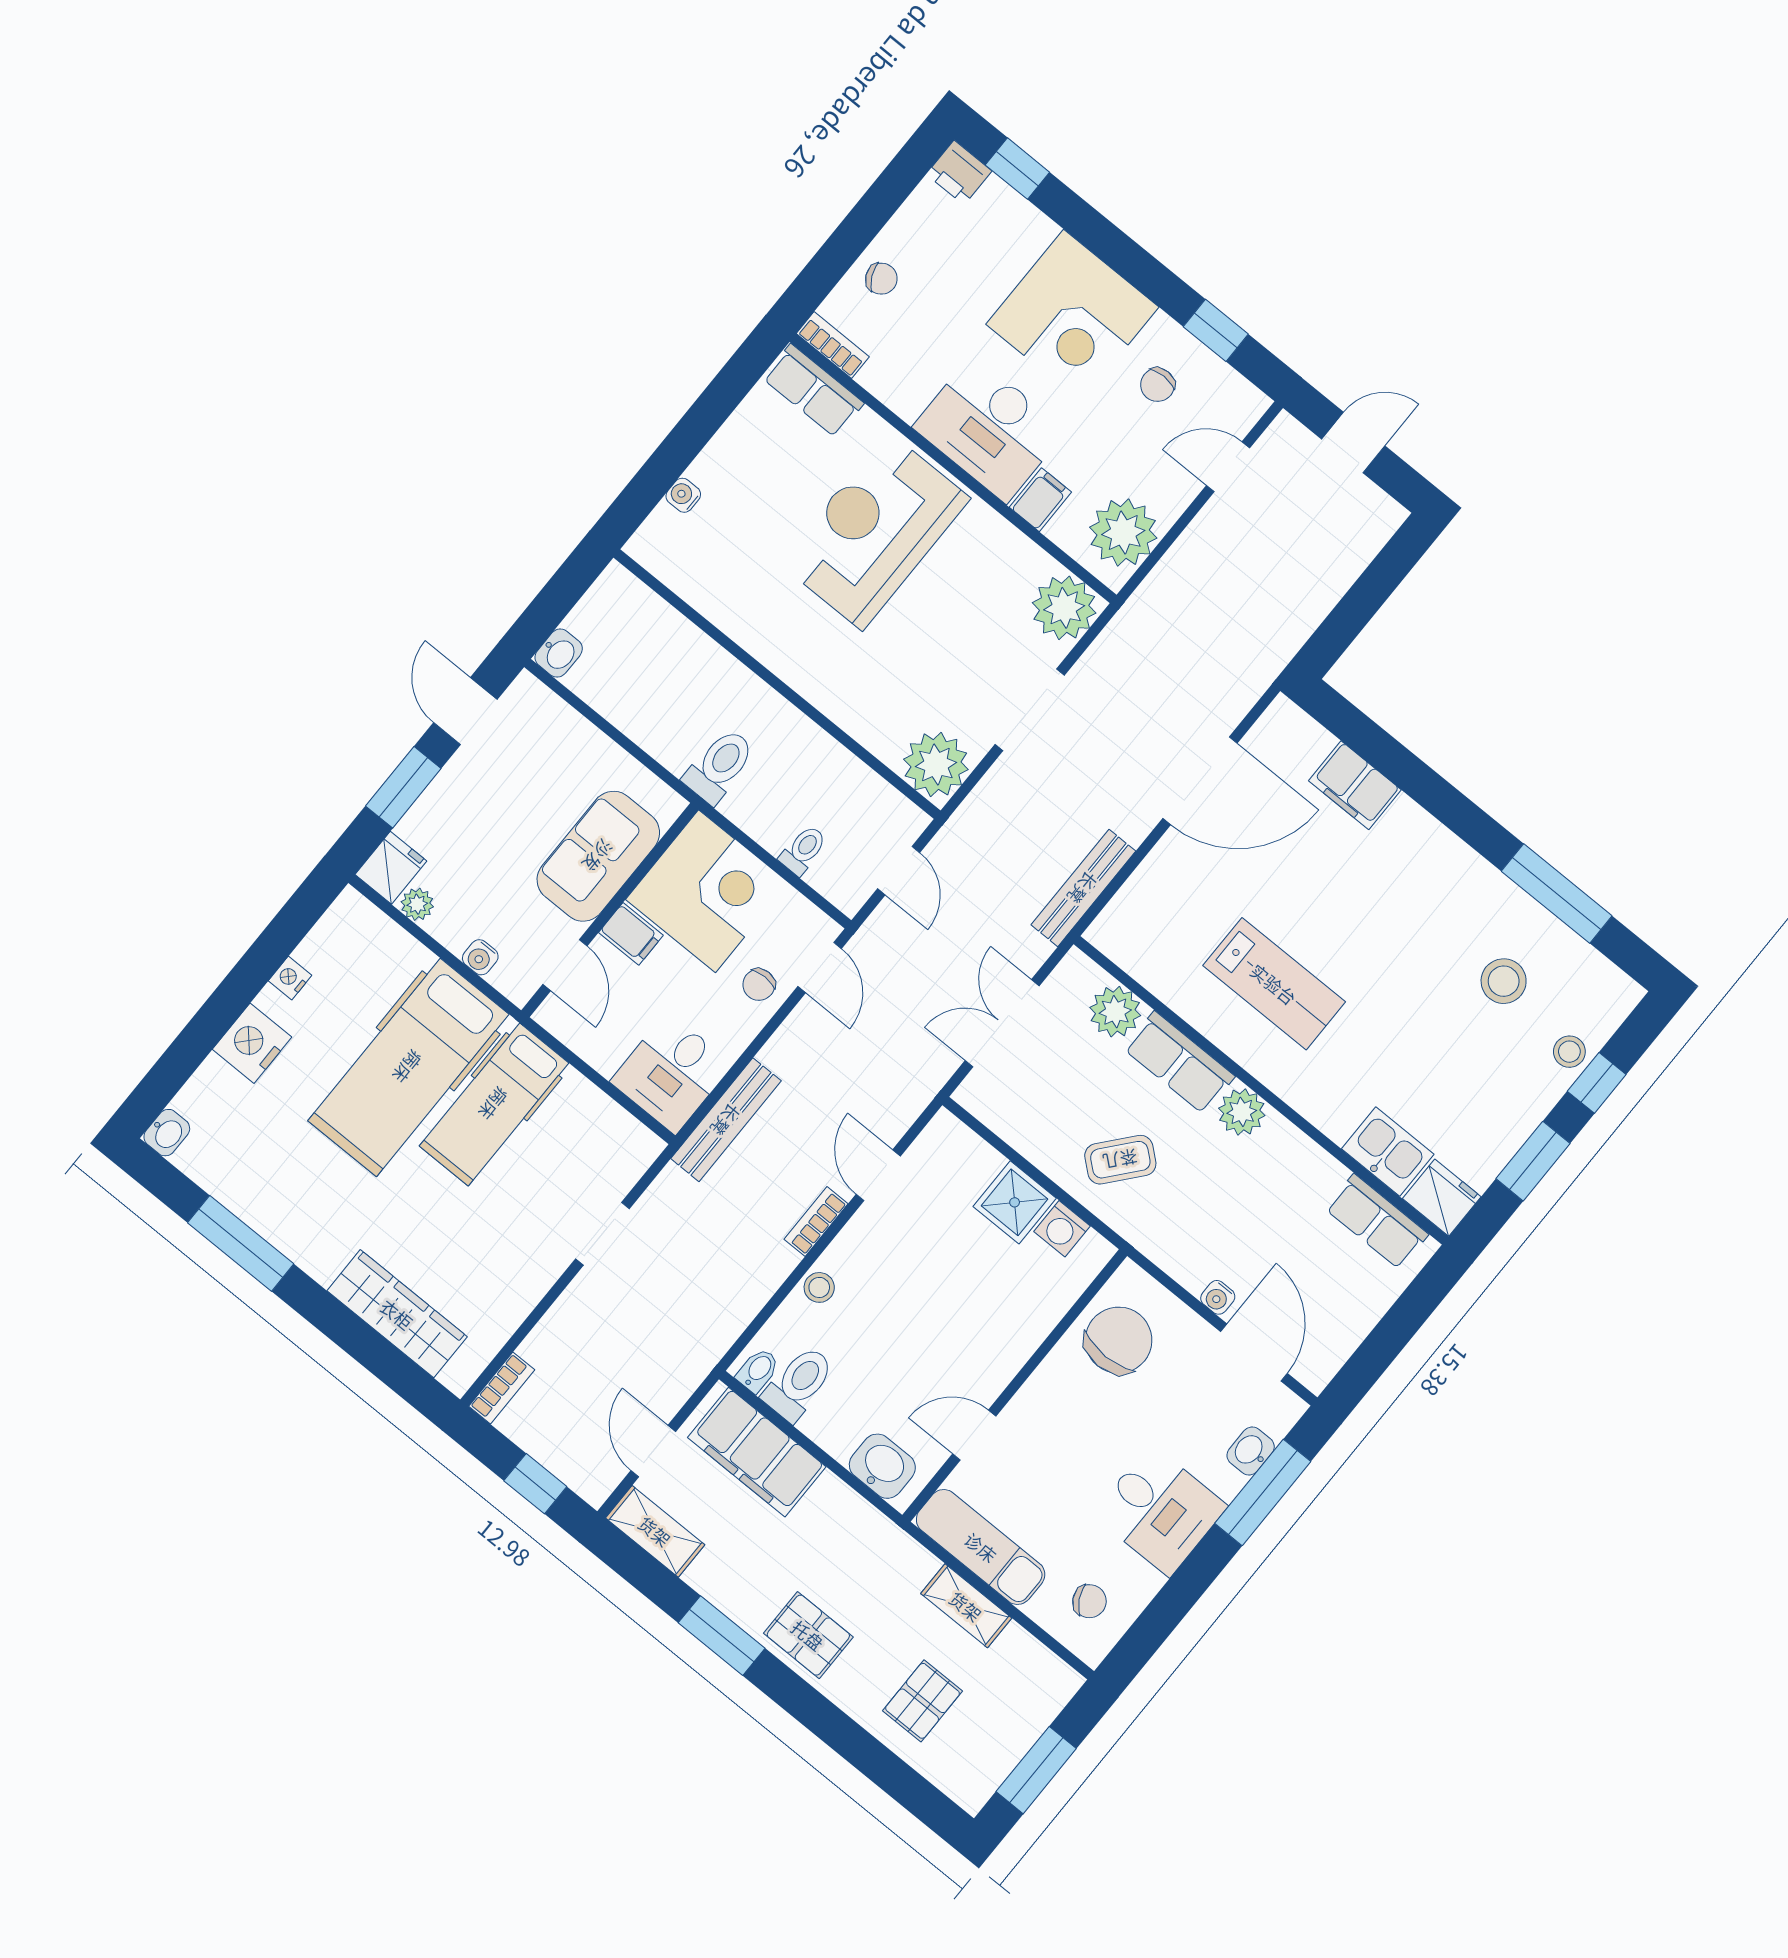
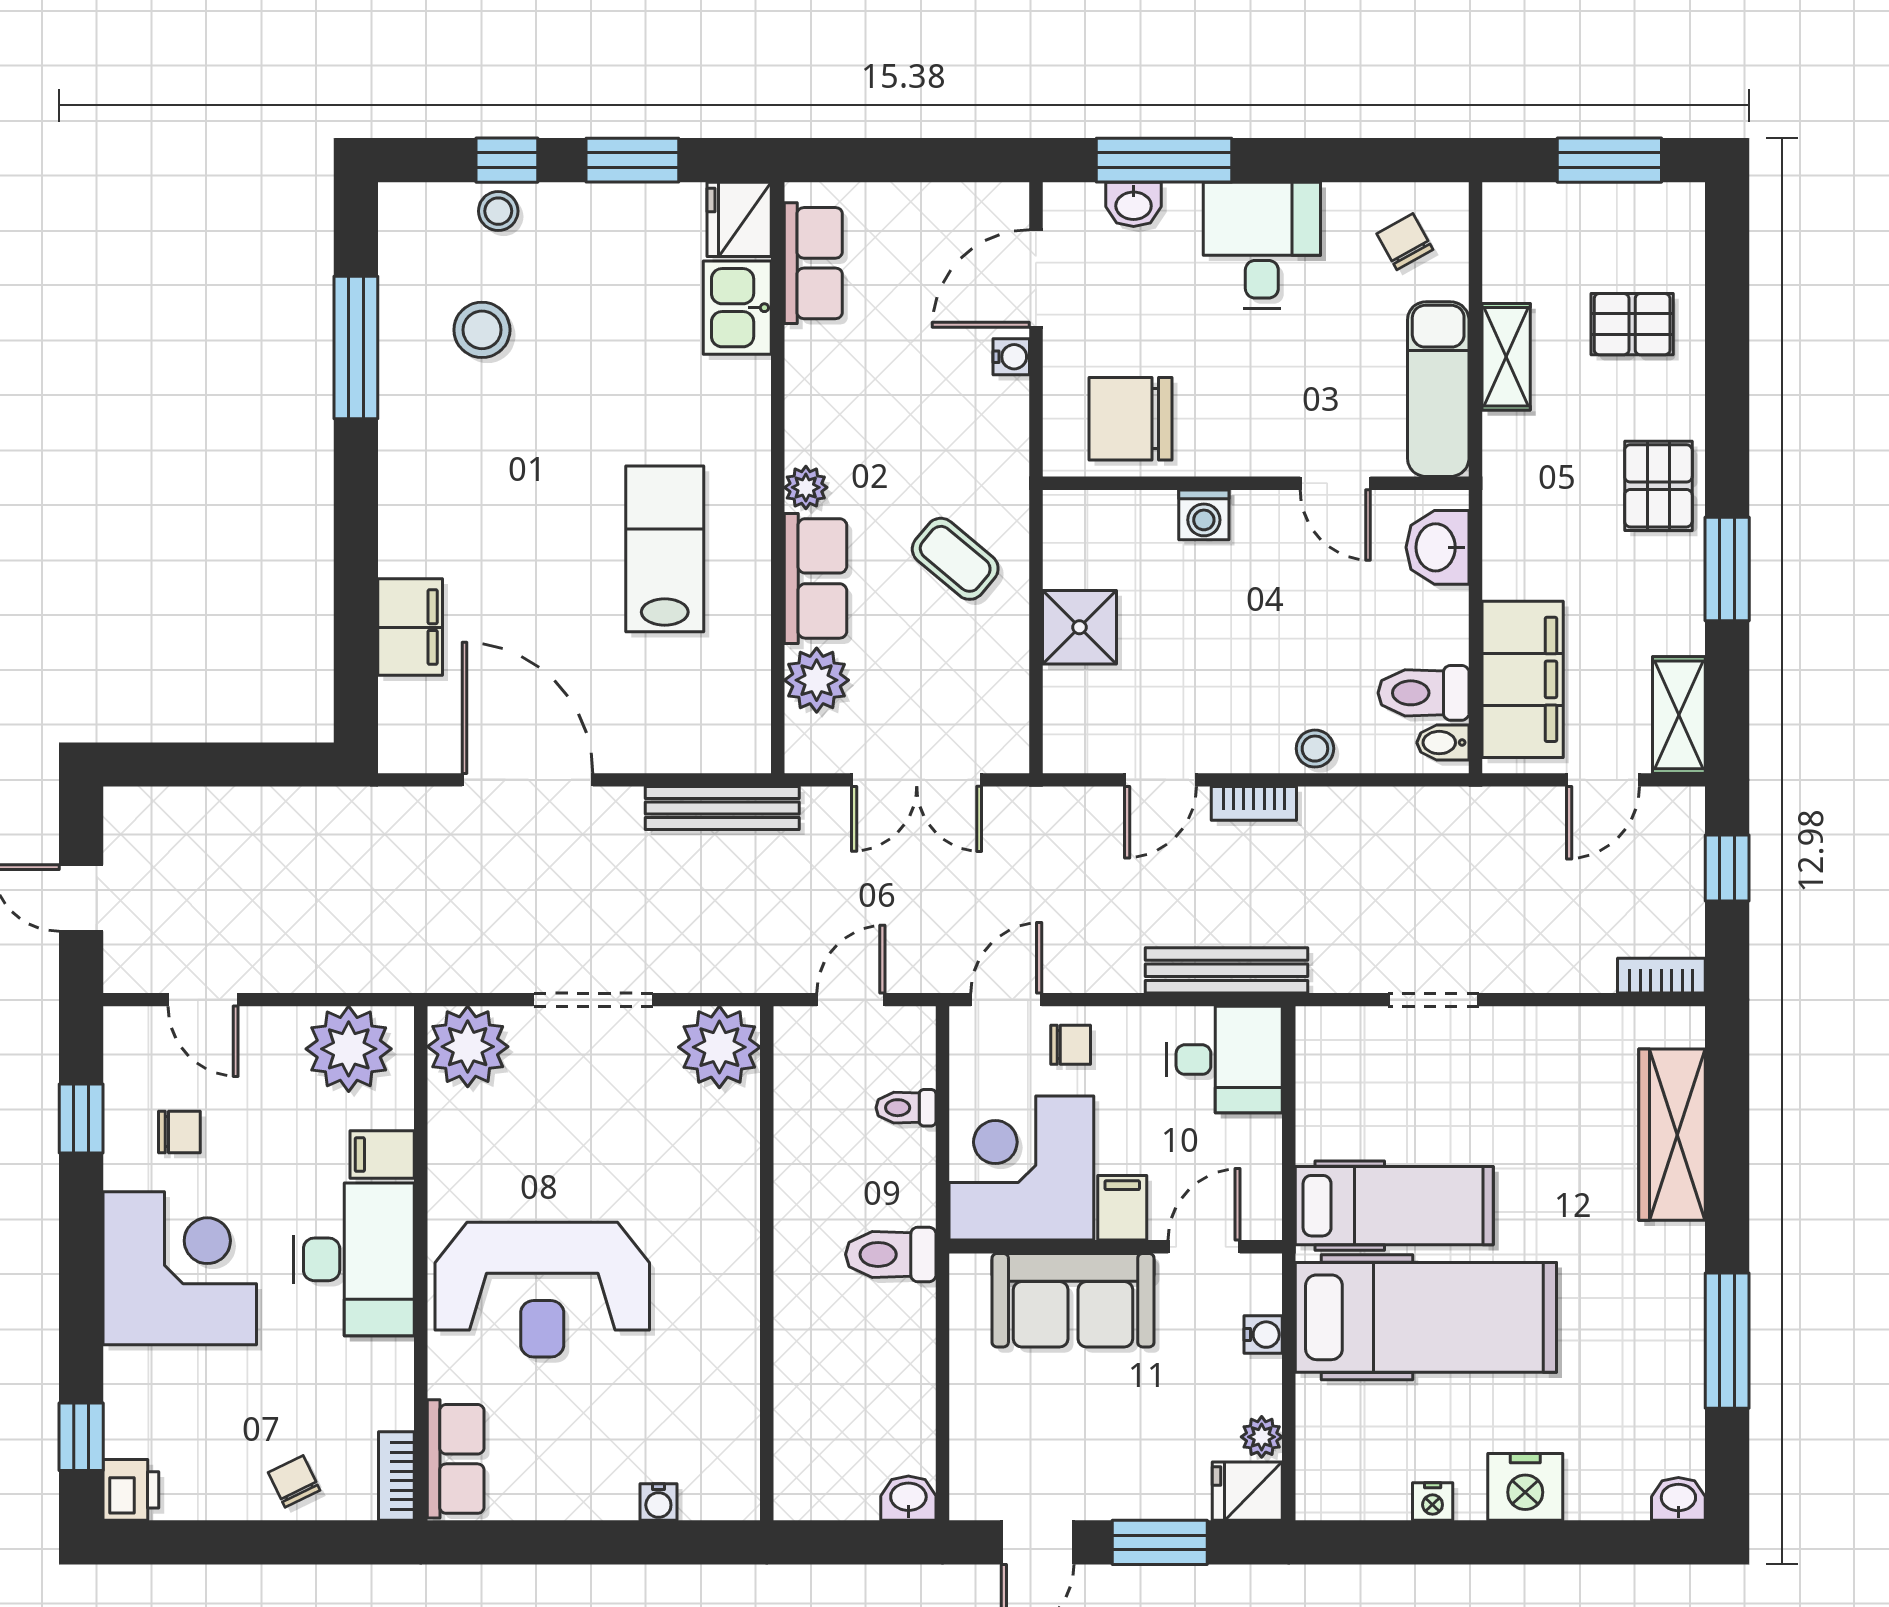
plant: (1242, 1112) -> (806, 487), width x0.73, depth x0.73
washing machine: (1062, 1229) -> (1204, 515), moved, turned 90

